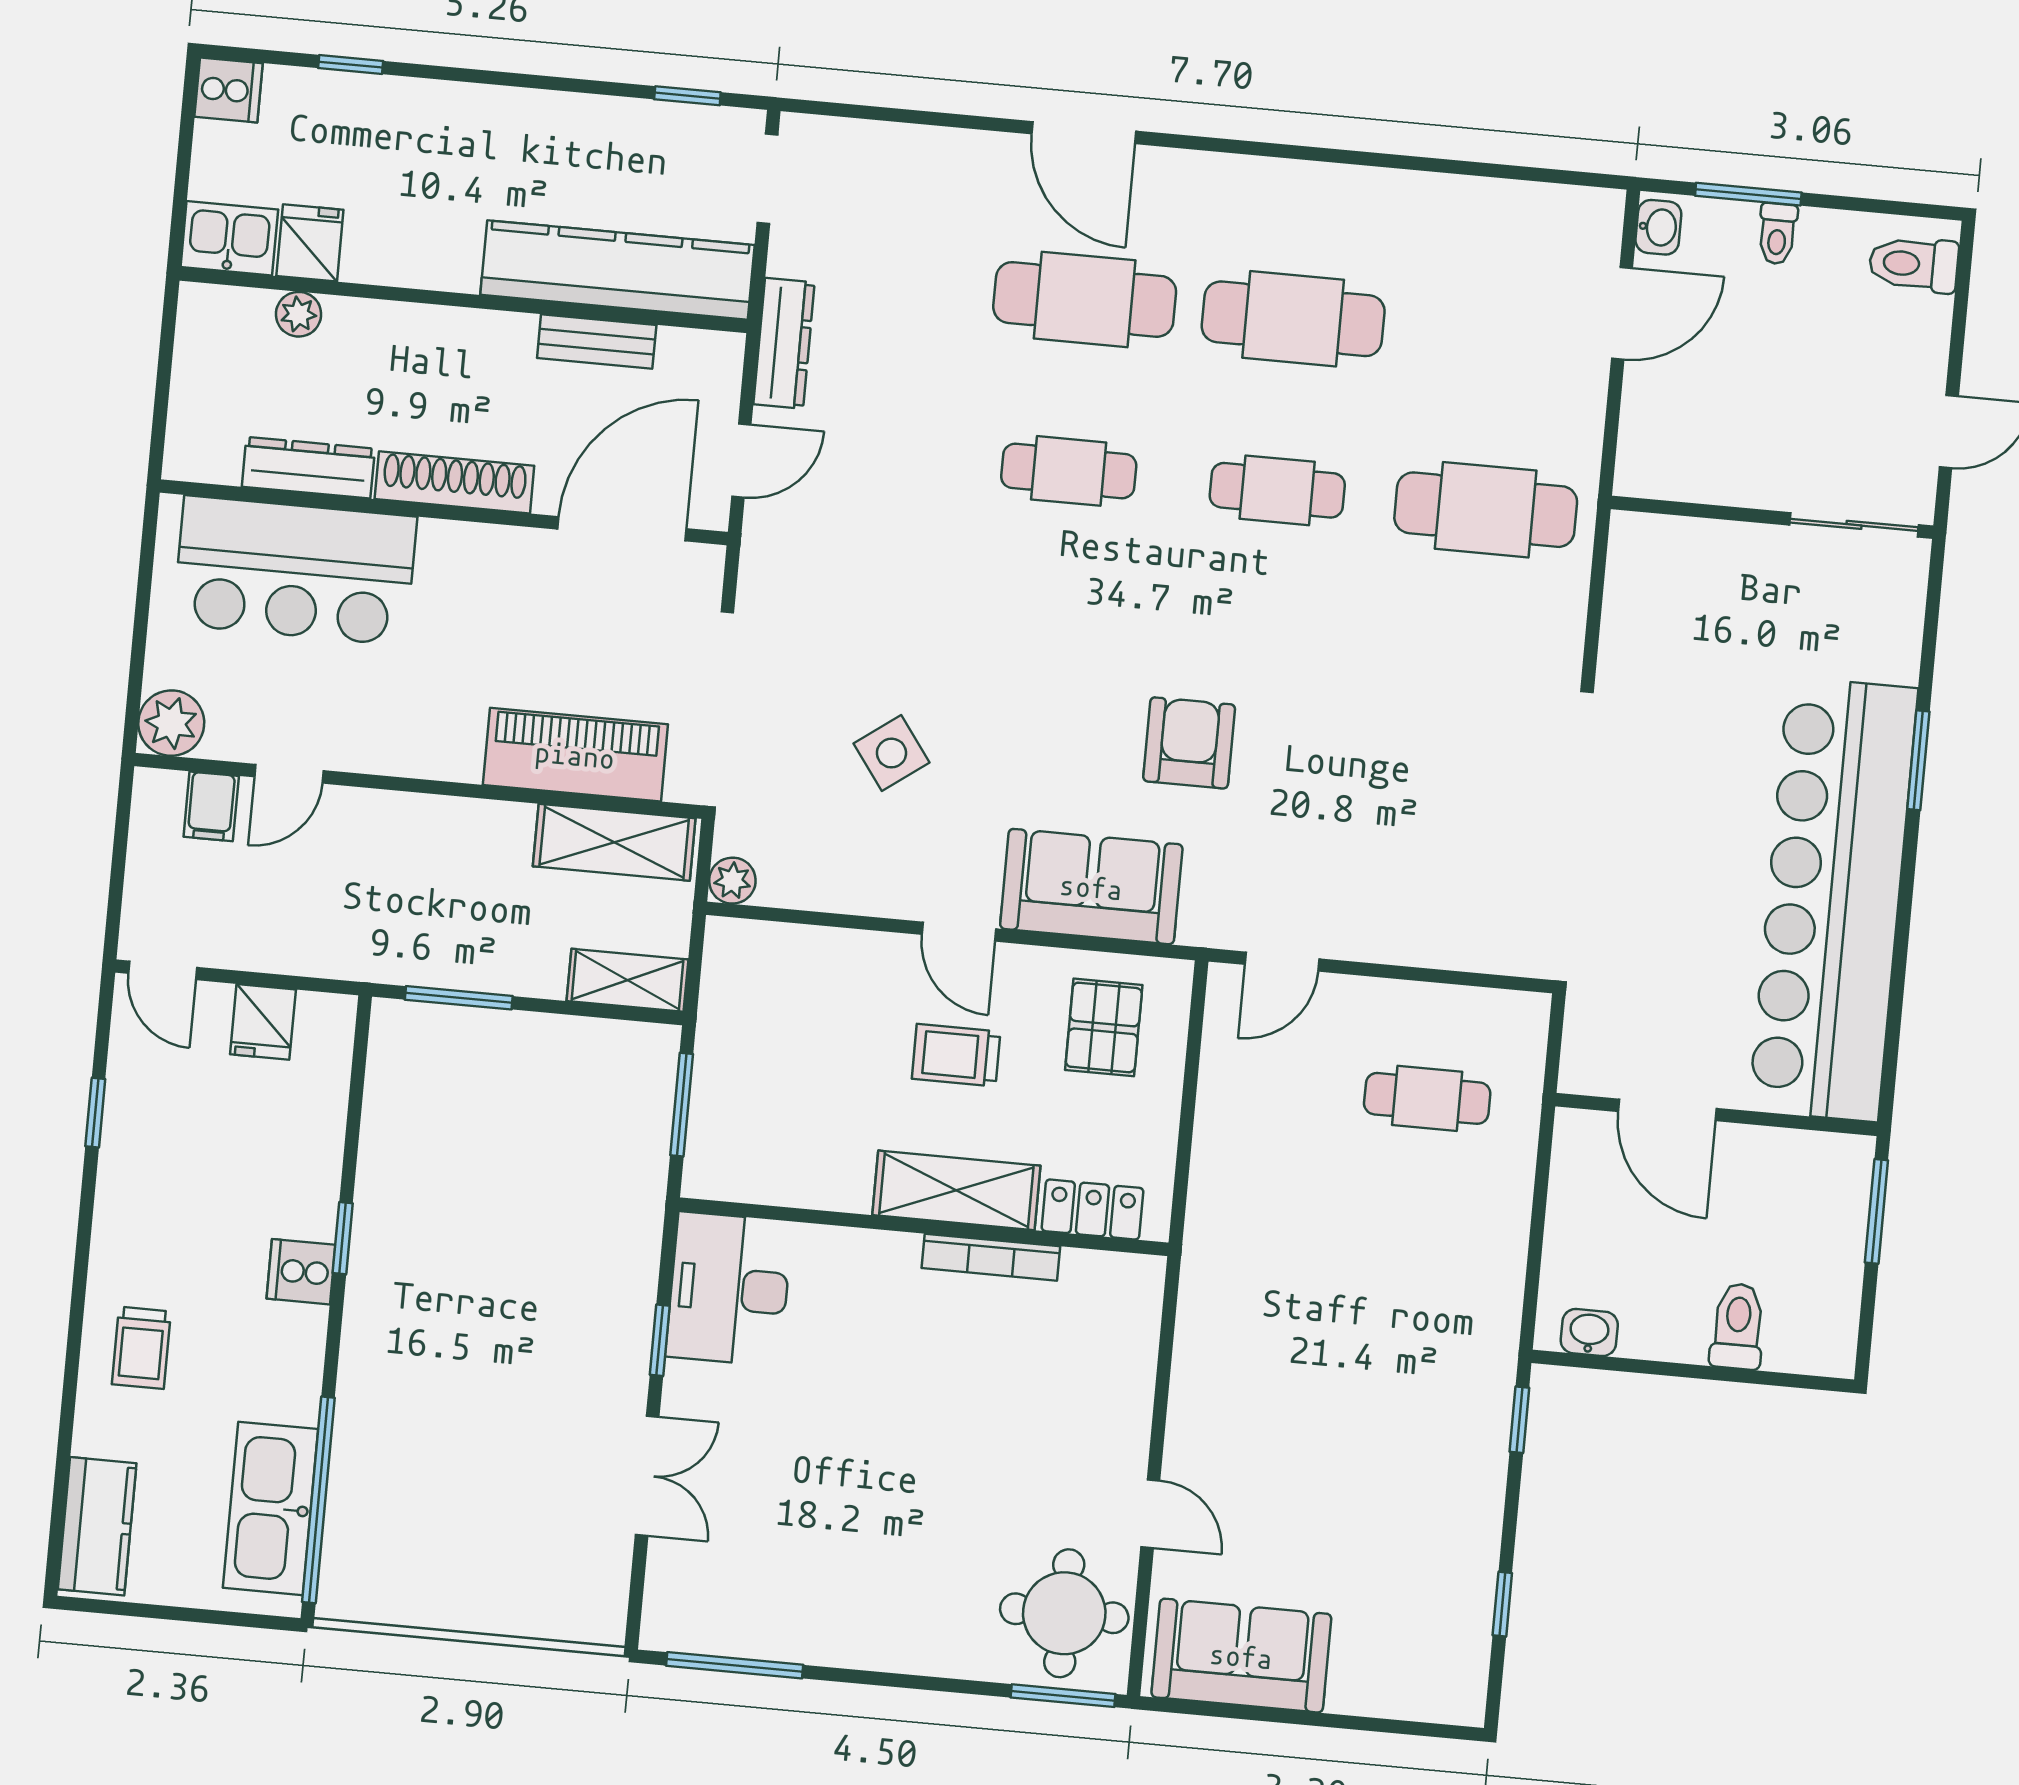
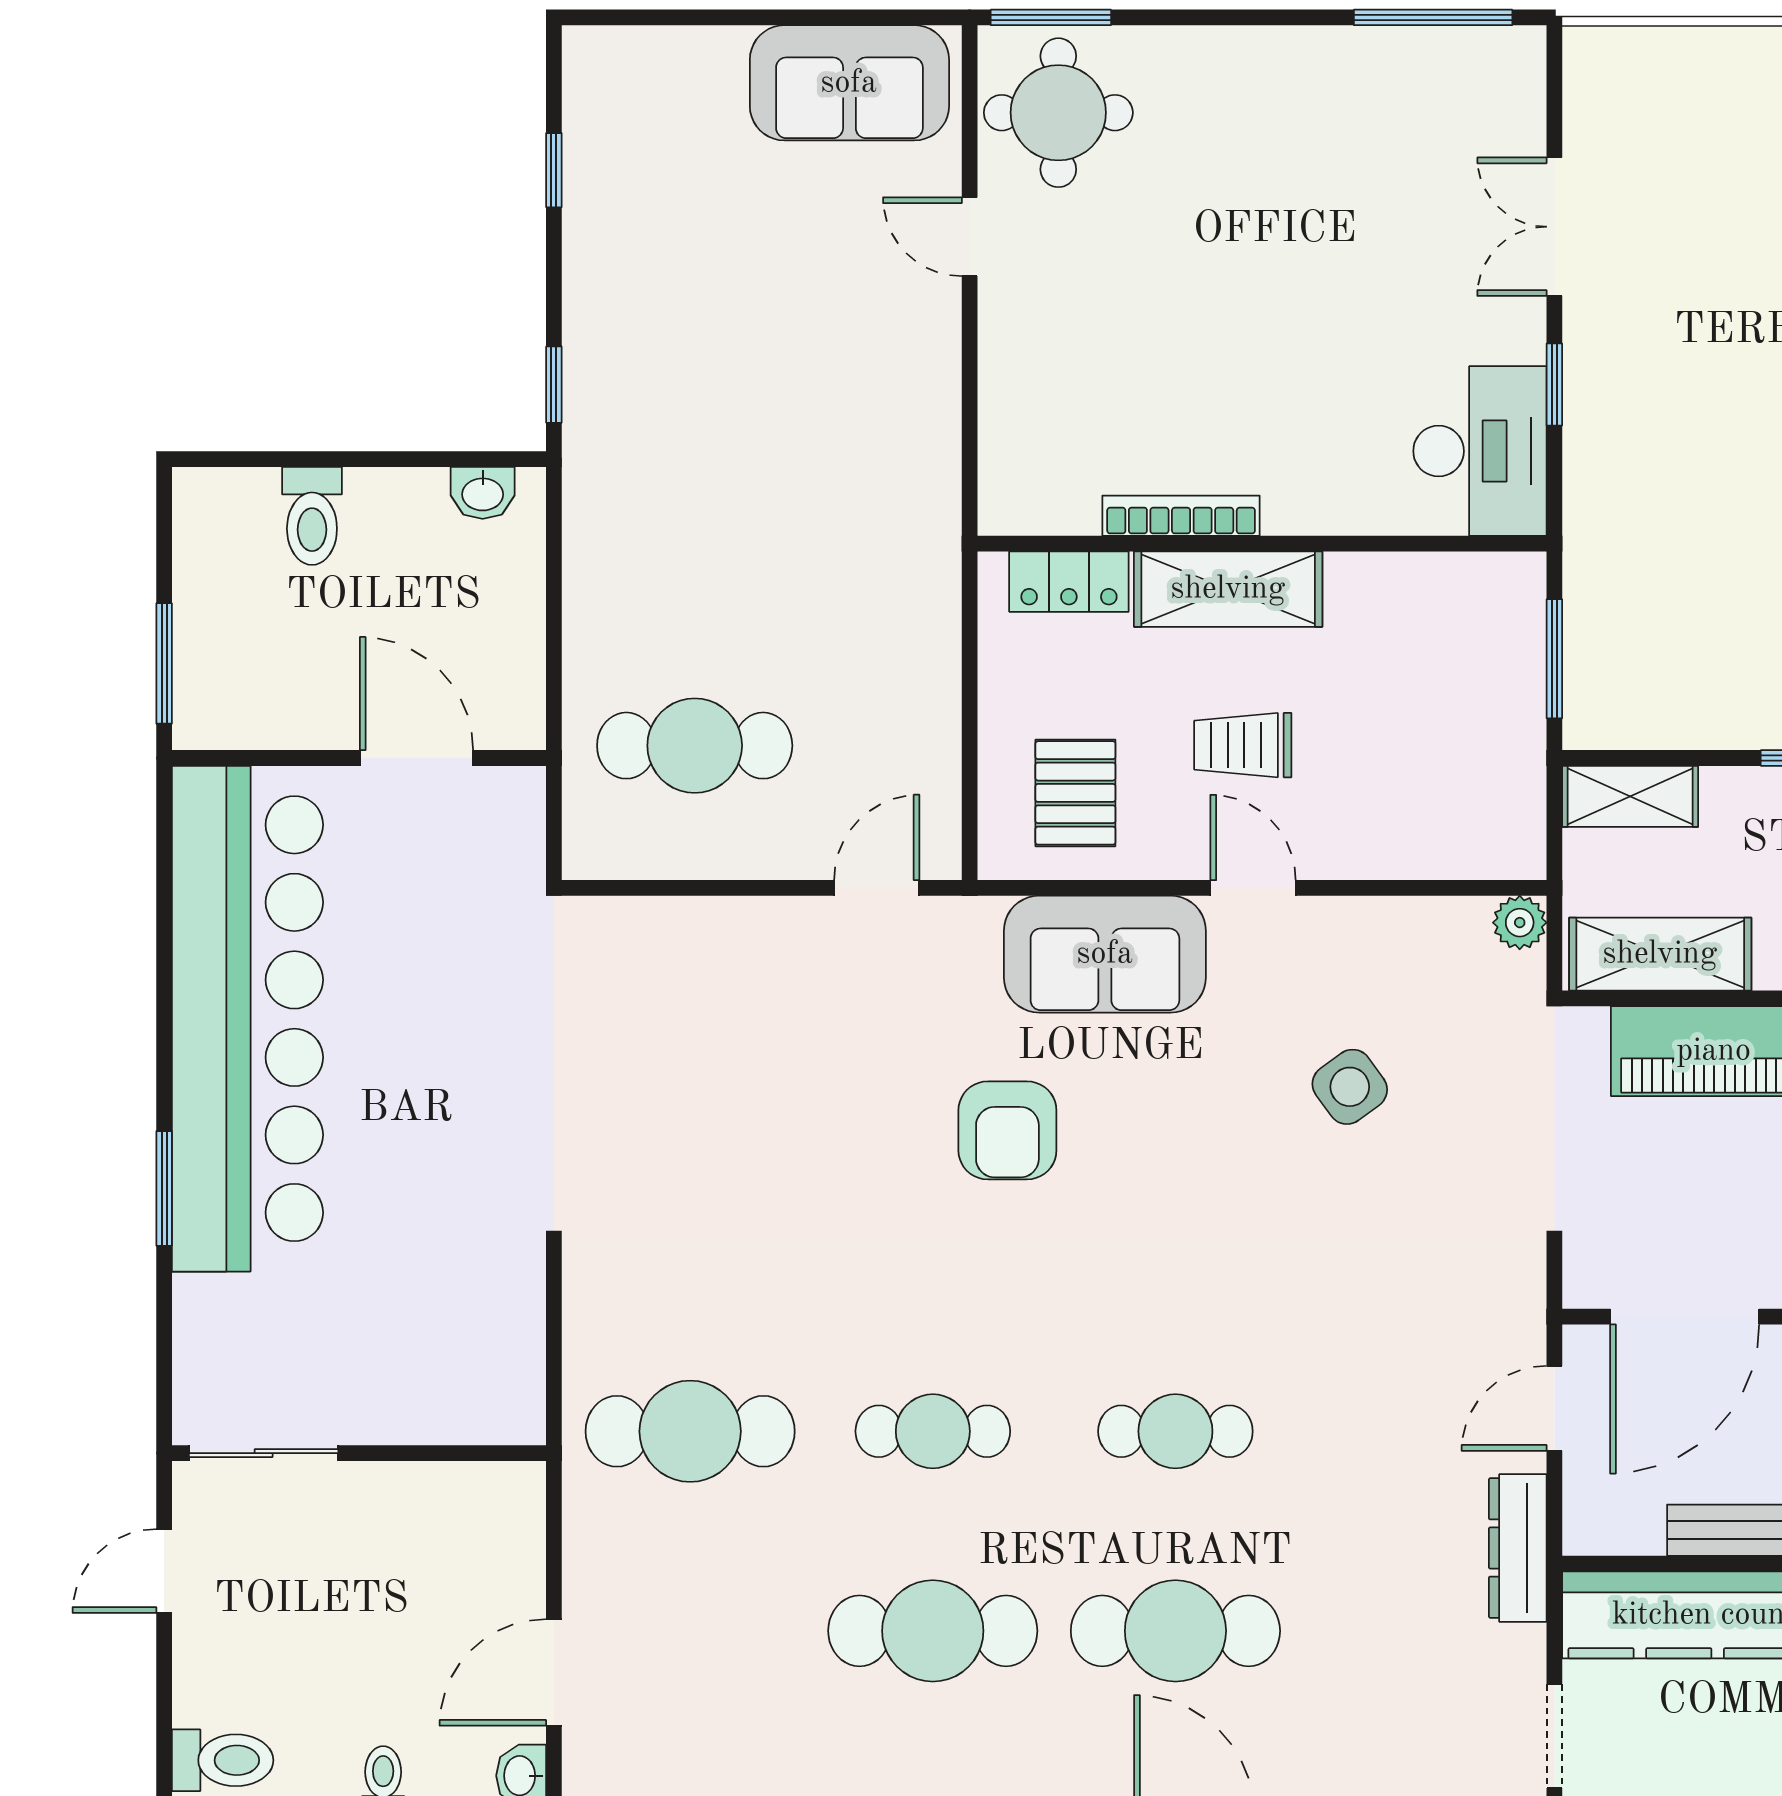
trolley: (956, 1055) -> (1243, 745), turned 180
cafe table: (1427, 1098) -> (695, 746), width x1.37, depth x1.35

